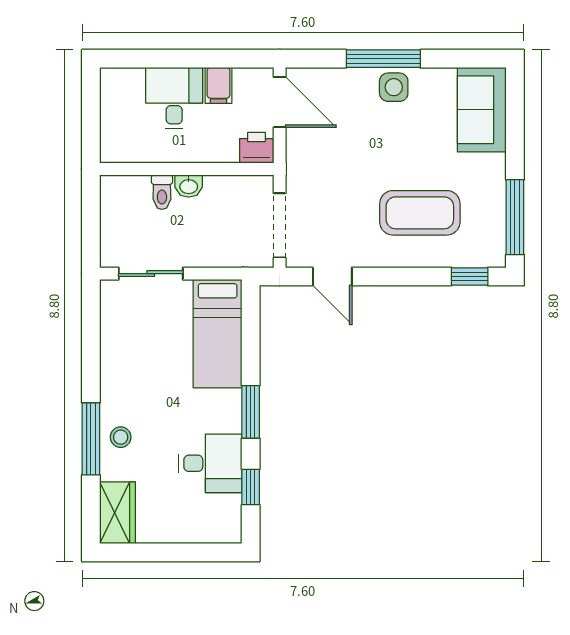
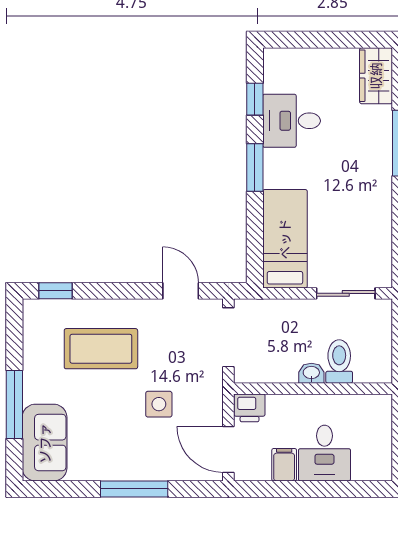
side table: (394, 87) -> (159, 404), moved
toilet: (162, 192) -> (339, 361), width x1.37, depth x1.39
window: (515, 217) -> (14, 404), moved
stool: (121, 437) -> (373, 145), removed

